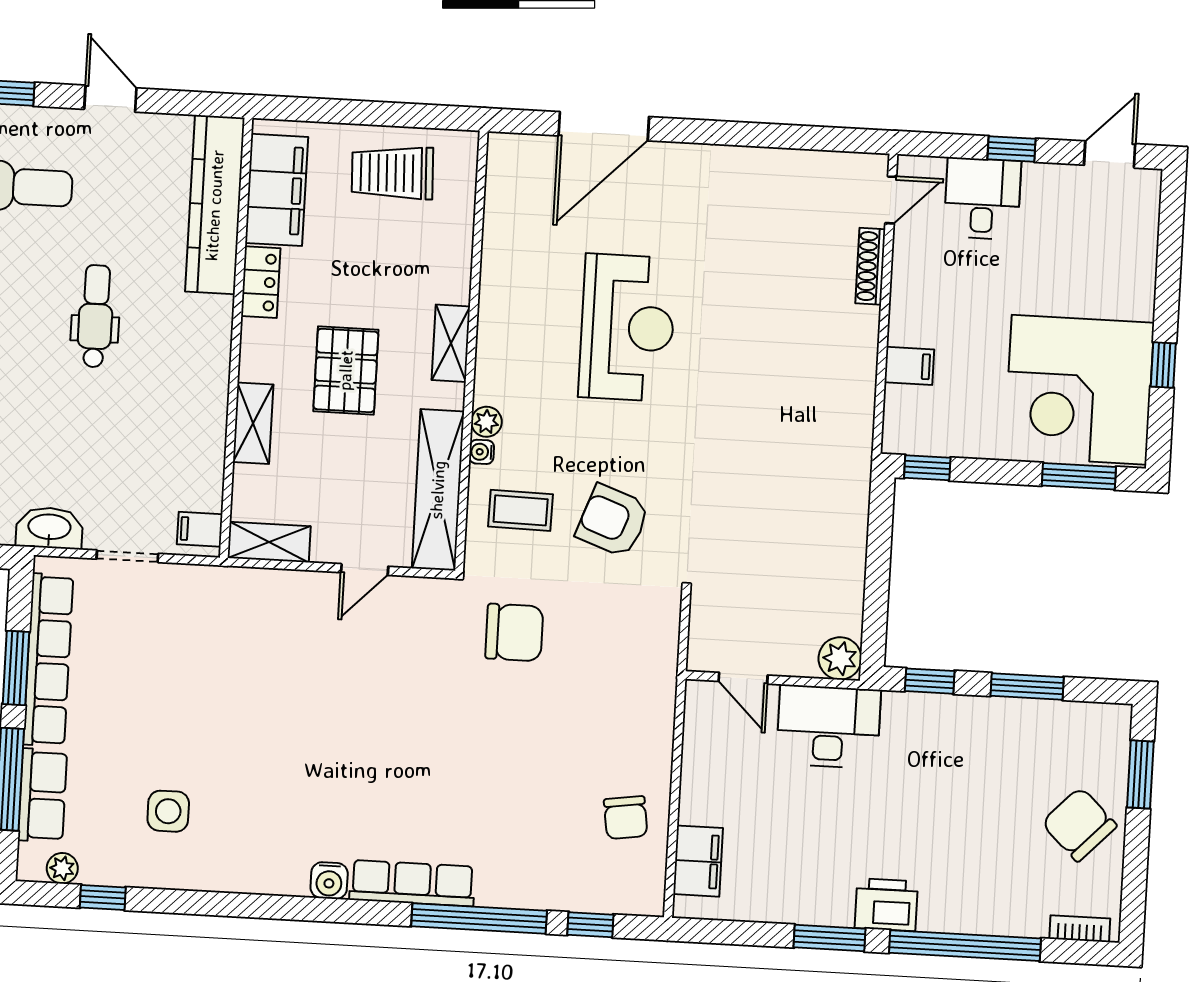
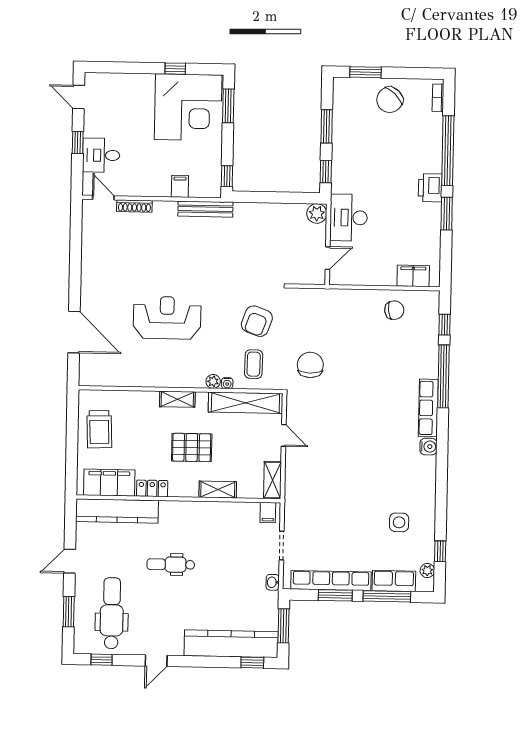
bench: (858, 419) -> (205, 209), added
washbasin: (49, 528) -> (273, 582), width x0.52, depth x0.69

